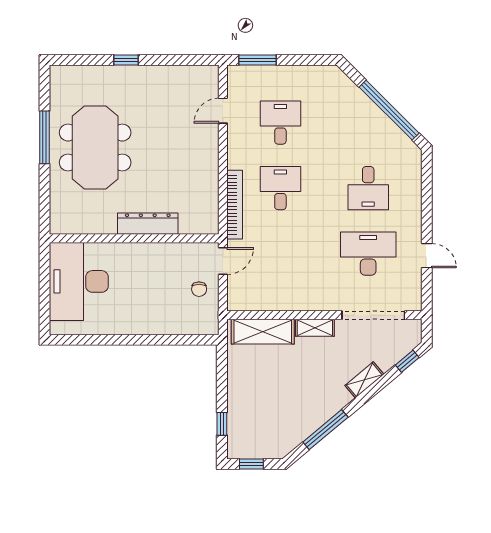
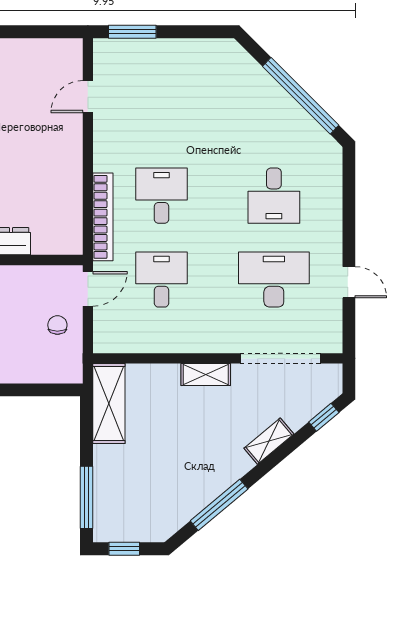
desk: (280, 123) -> (162, 280), moved
chair: (199, 289) -> (57, 325), turned 180
shelving: (263, 332) -> (109, 403), moved, turned 90
window: (222, 424) -> (87, 497), width x2.17

